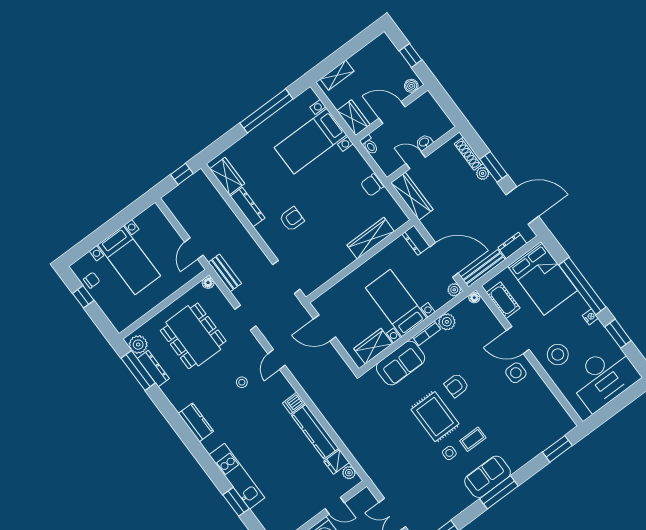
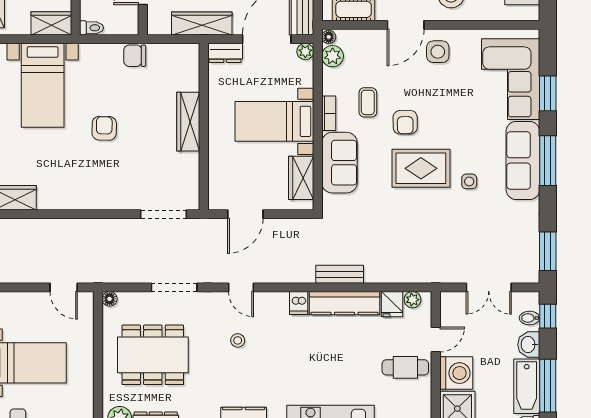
chair: (372, 185) -> (135, 56), turned 90
wardrobe: (412, 196) -> (202, 23), moved
dresser: (248, 207) -> (62, 200), removed
armchair: (292, 219) -> (104, 128), moved
wardrobe: (371, 238) -> (188, 122), moved
bench: (225, 273) -> (340, 274), moved
doorway: (245, 318) -> (174, 287), width x1.38
plant: (447, 322) -> (333, 56), moved
corner sofa: (533, 431) -> (511, 79), added
coffee table: (473, 439) -> (368, 102), moved
window: (557, 449) -> (548, 93), moved
sofa: (488, 477) -> (523, 160), width x1.36
cafe table: (303, 500) -> (405, 367), added

